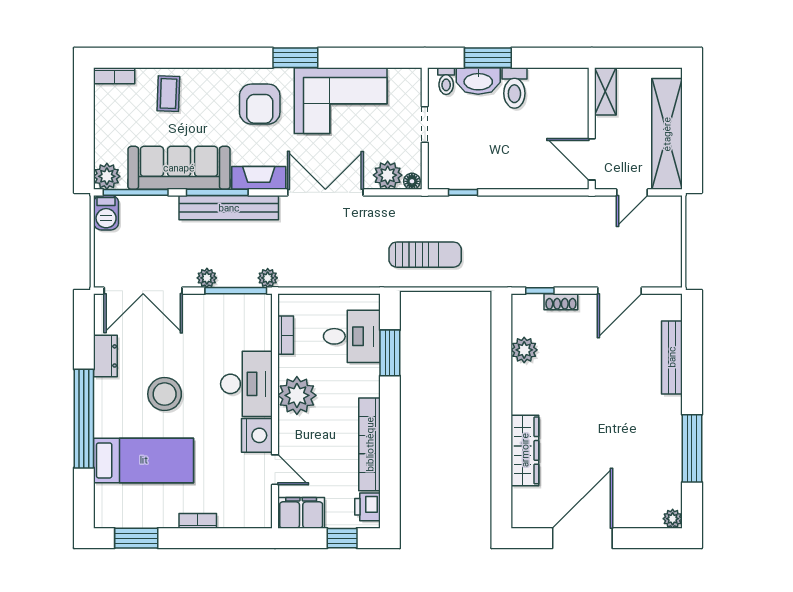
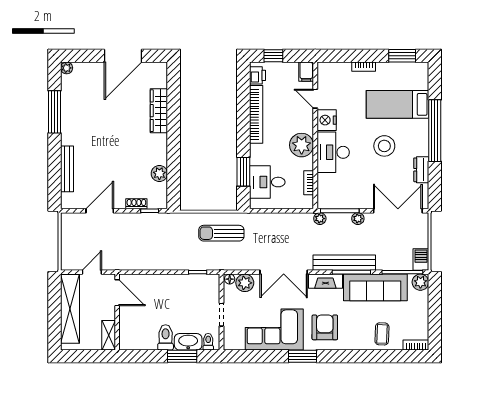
filing cabinet: (301, 513) -> (306, 72), width x0.50

